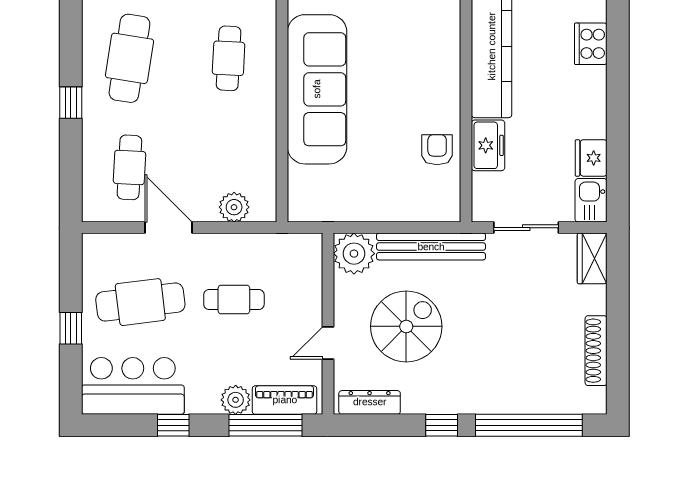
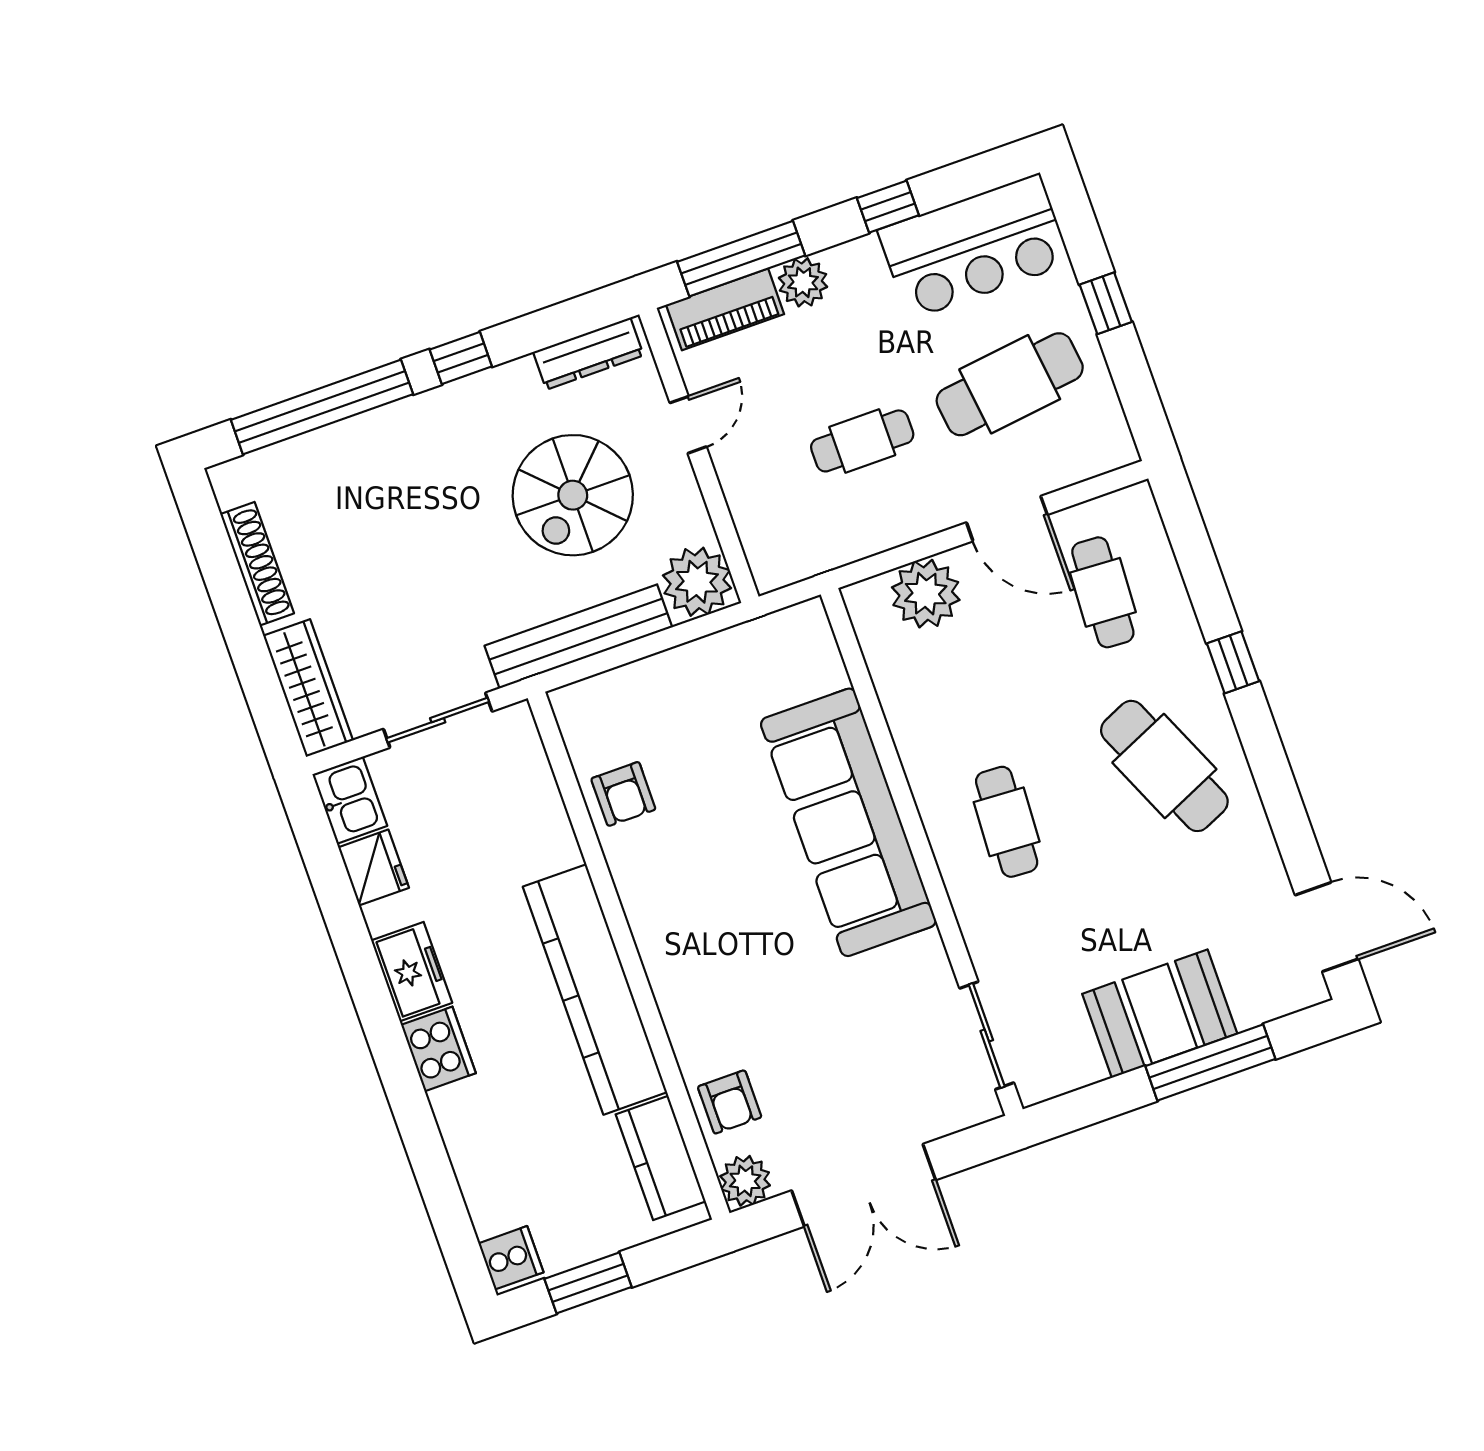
cafe table: (129, 58) -> (1164, 766), turned -33
freezer: (488, 145) -> (412, 972), moved, turned 180
plant: (234, 207) -> (926, 594), width x1.36, depth x1.36
wardrobe: (592, 258) -> (308, 688), width x1.50

